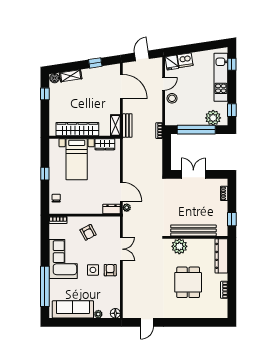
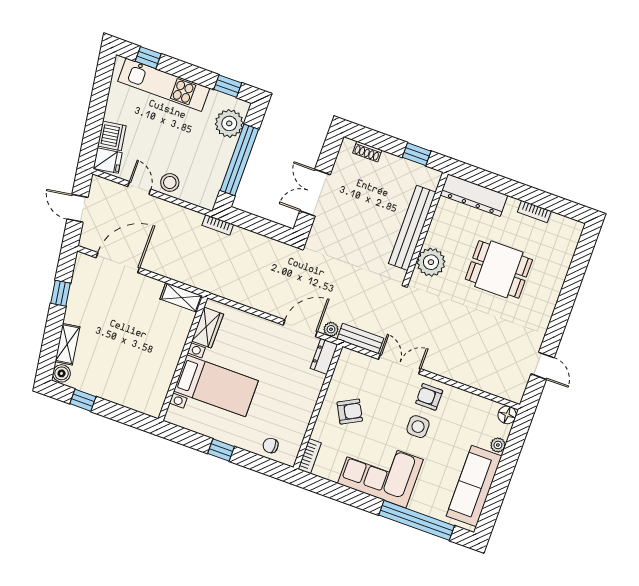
bench: (127, 126) -> (360, 339), moved
wardrobe: (77, 129) -> (164, 366), removed

